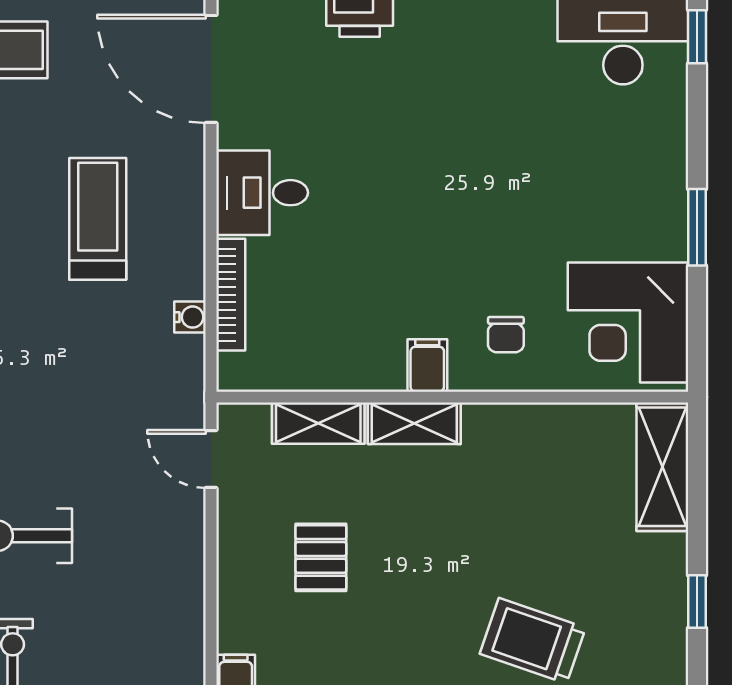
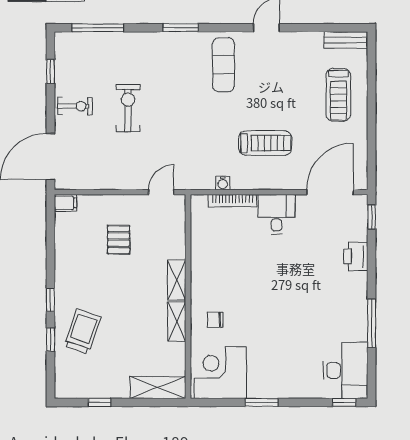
filing cabinet: (427, 365) -> (202, 286), removed
shelving: (318, 423) -> (177, 322), moved
pallet: (321, 557) -> (119, 240), turned 90

